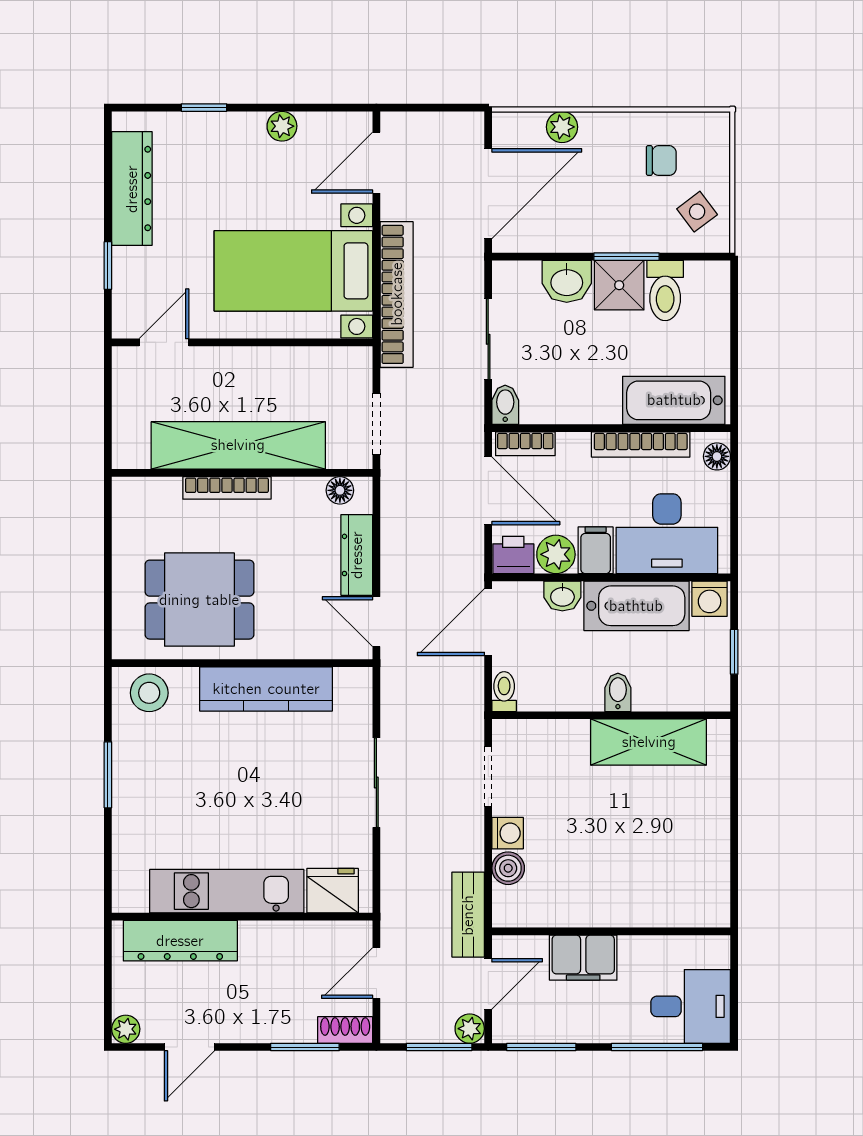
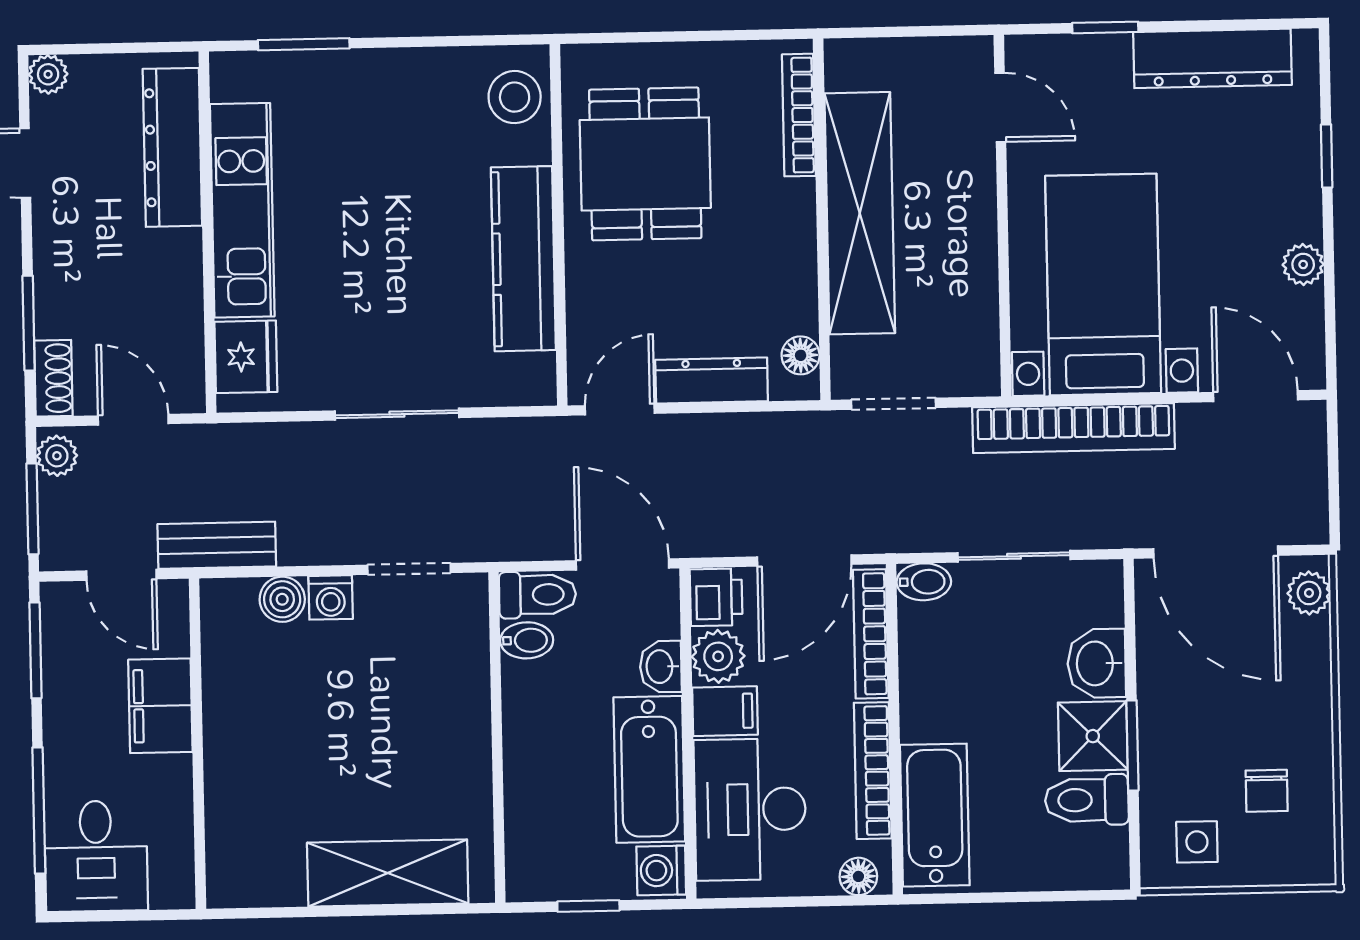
plant: (562, 127) -> (1309, 593), moved
side table: (697, 212) -> (1197, 842), turned 37
bookcase: (525, 444) -> (871, 634), width x1.56
bookcase: (227, 488) -> (799, 115), moved
toilet: (504, 692) -> (537, 595), width x1.37, depth x1.39
bidet: (618, 692) -> (527, 640), moved
shelving: (649, 742) -> (388, 873), moved, turned 90
window: (108, 775) -> (304, 44), moved
plant: (470, 1029) -> (57, 456), moved

